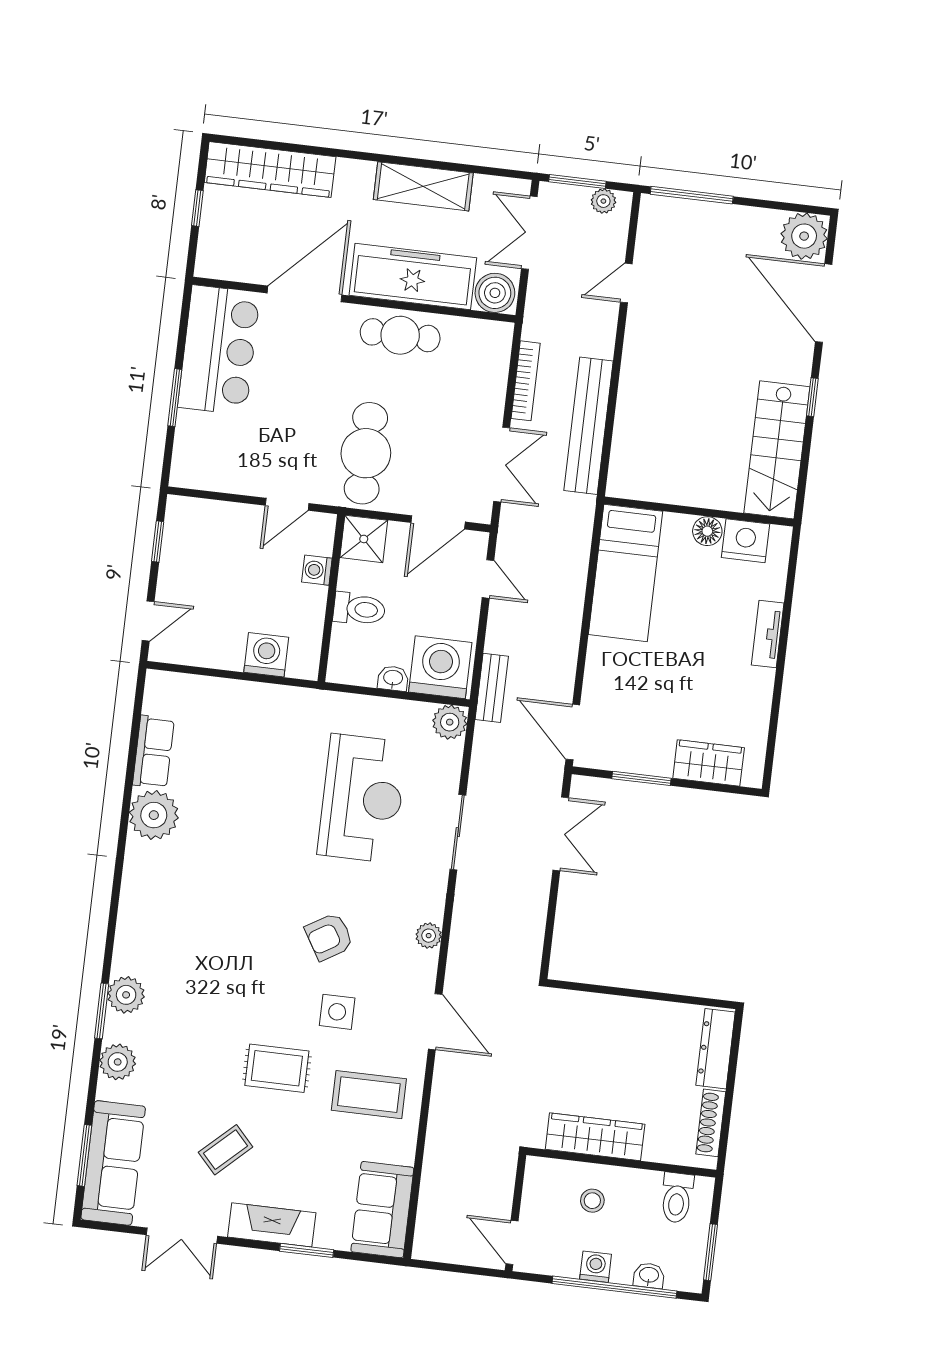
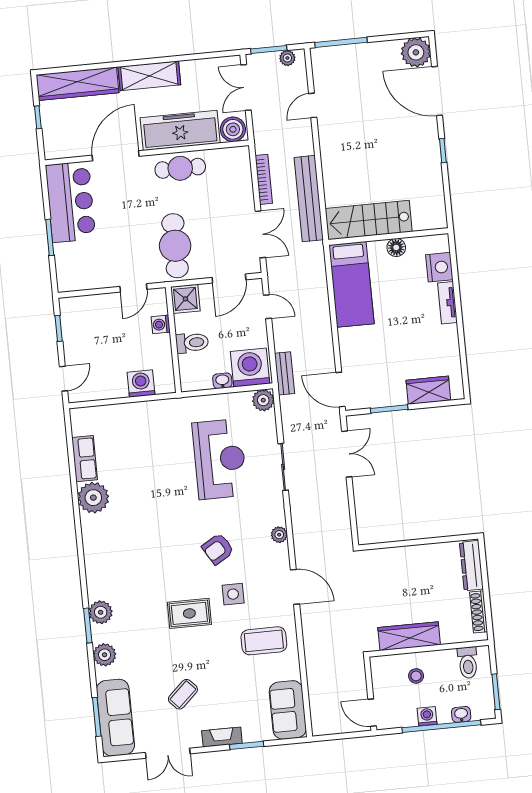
shelving: (423, 186) -> (149, 76), moved
stairs: (777, 450) -> (369, 220), moved, turned 90
nightstand: (745, 541) -> (439, 267), moved, turned 90
rug: (277, 1068) -> (189, 613), moved
fireplace: (272, 1225) -> (222, 737), width x0.73, depth x0.76

